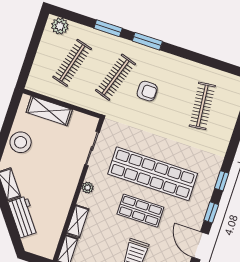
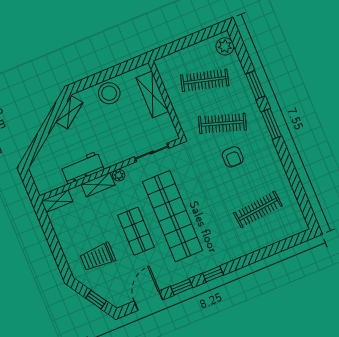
workbench: (24, 217) -> (82, 168), moved, turned -143
shelving: (78, 221) -> (98, 185), moved

